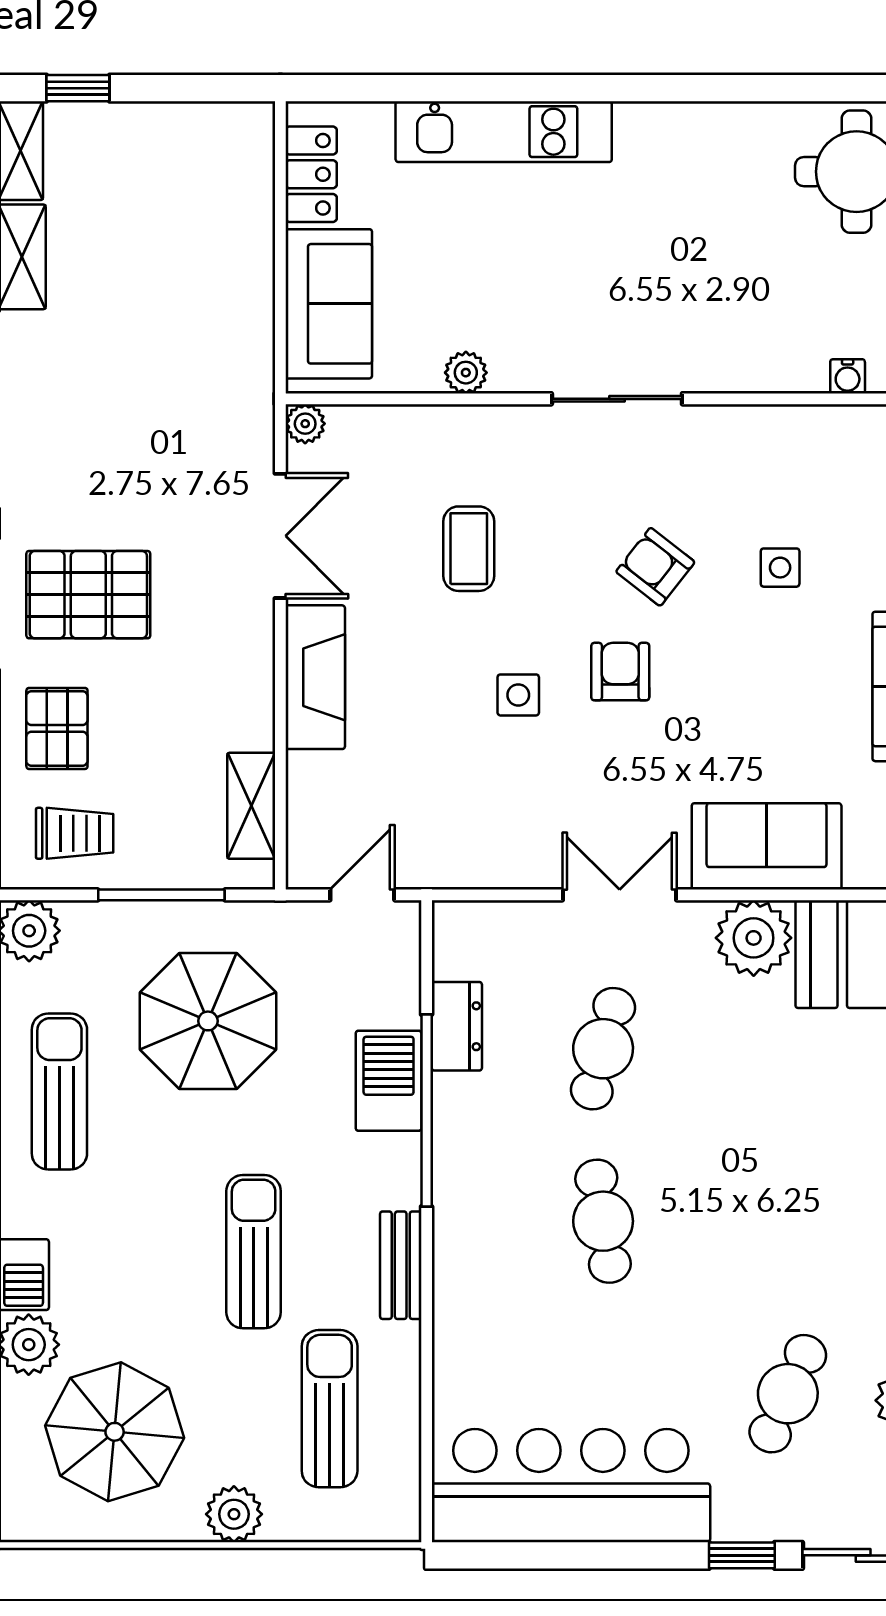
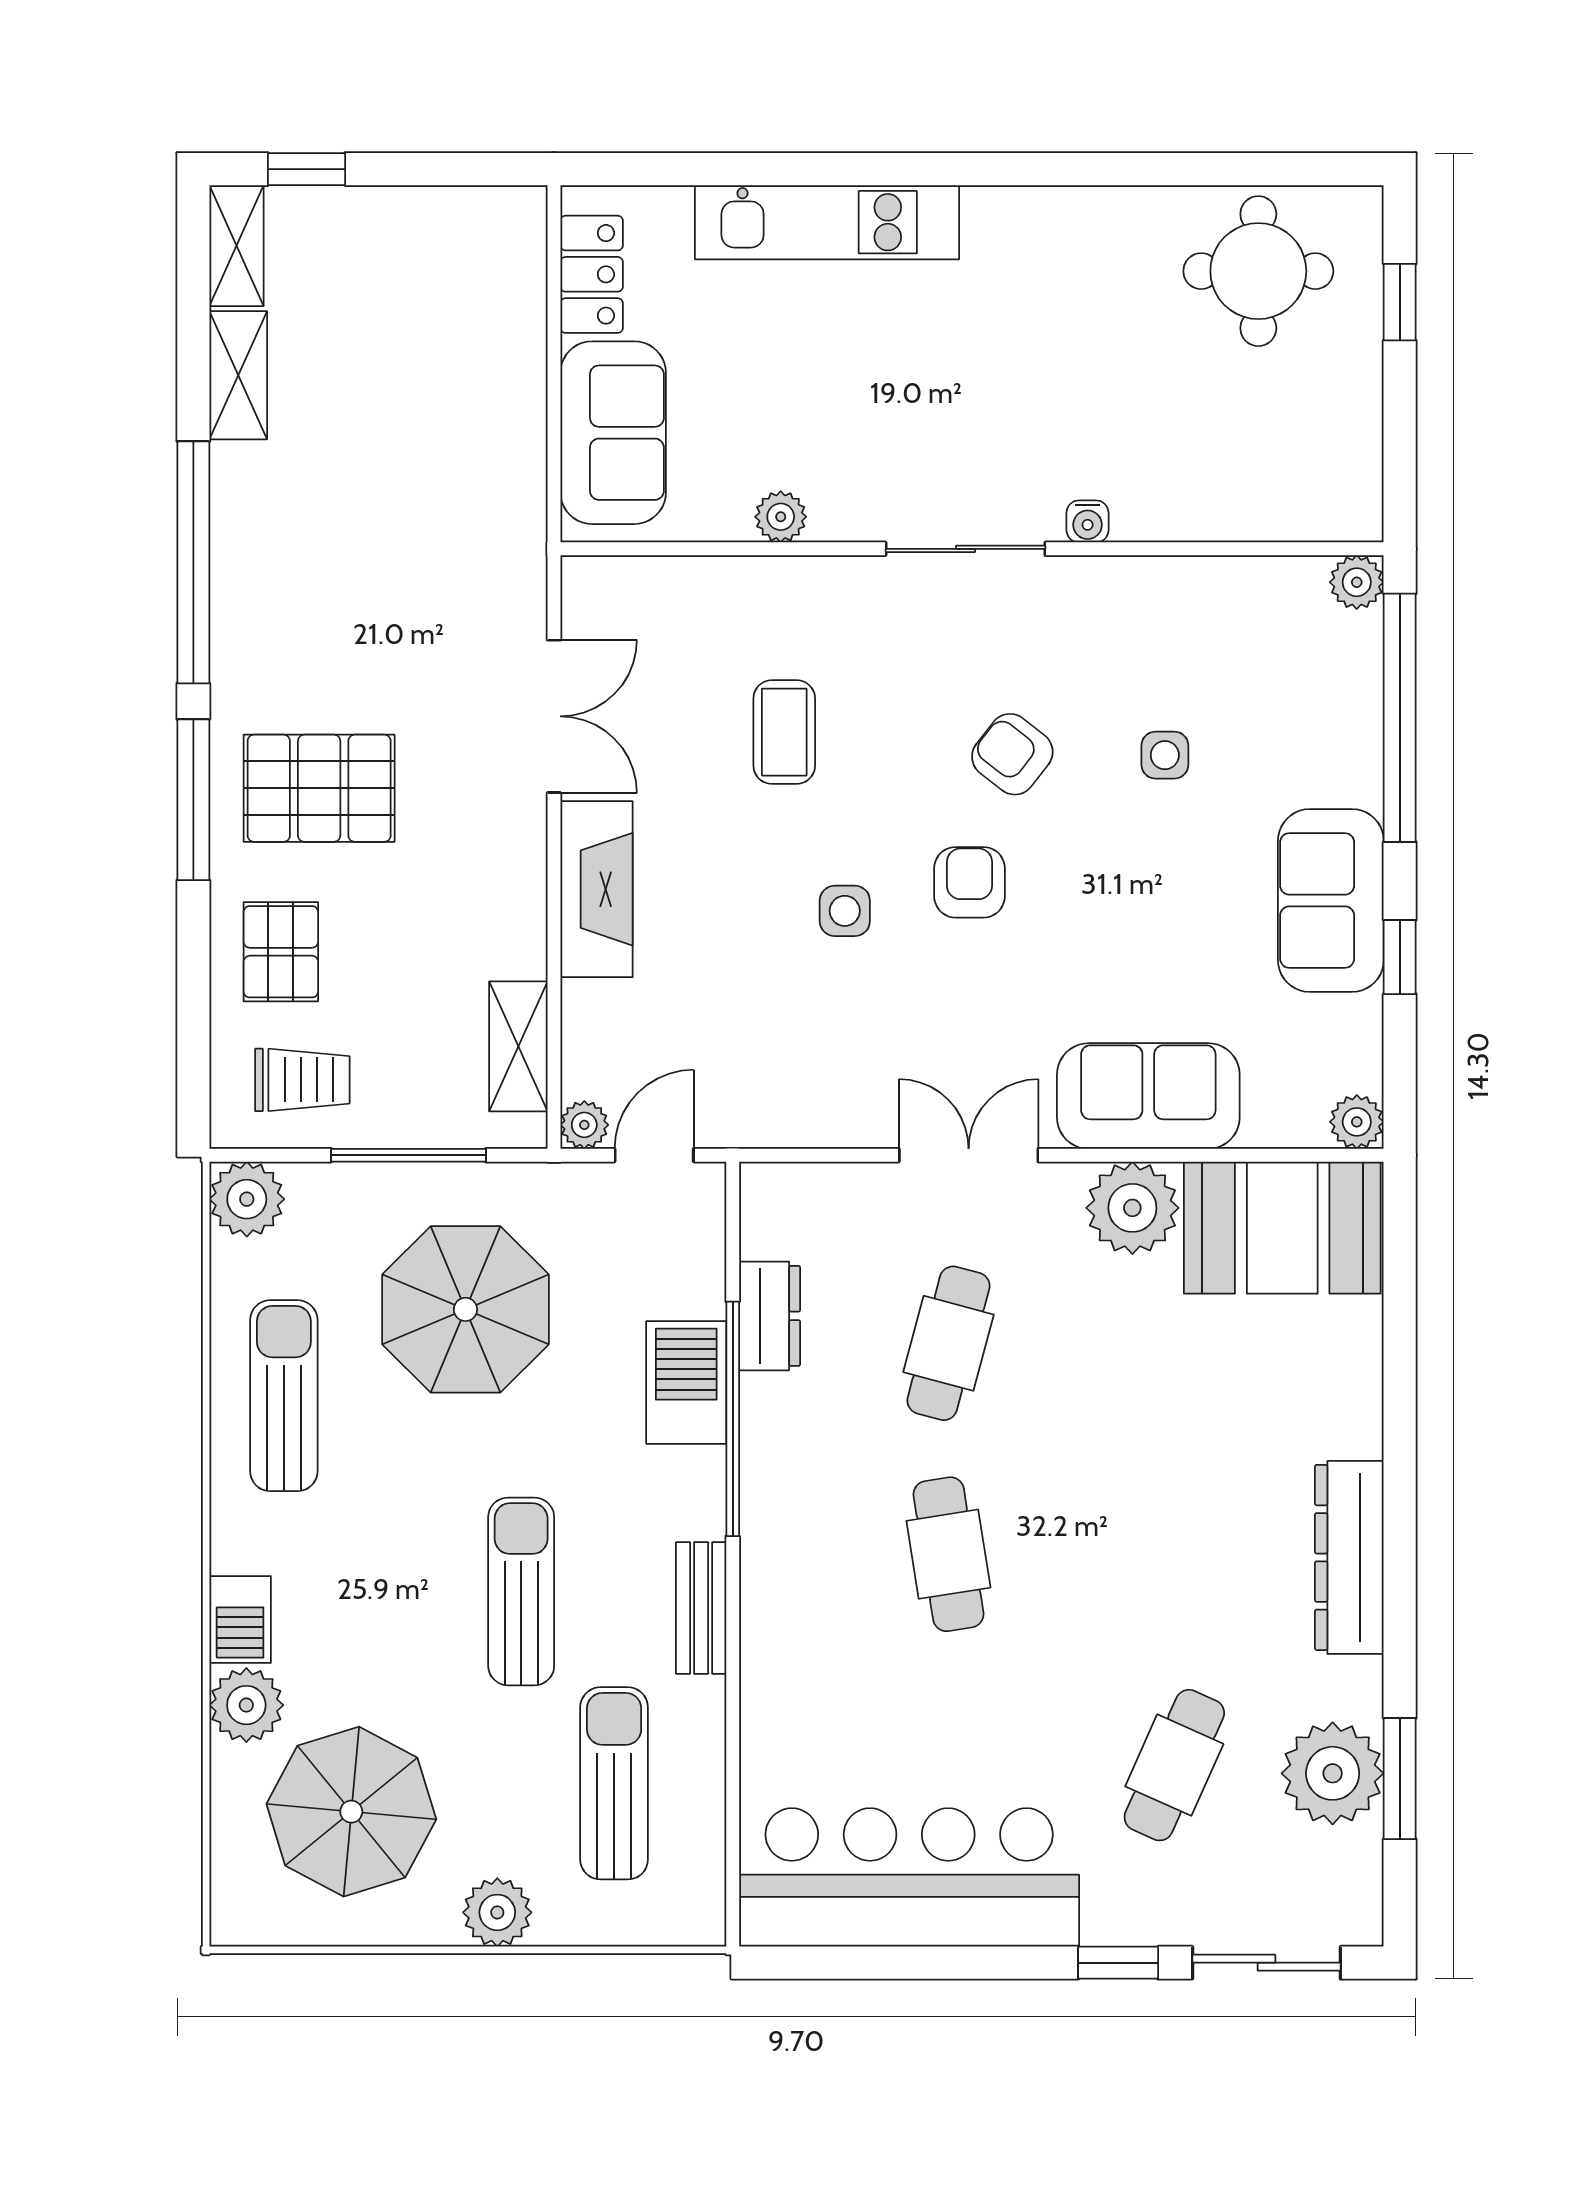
water cooler: (848, 376) -> (1088, 521), moved
plant: (305, 424) -> (584, 1125), moved

